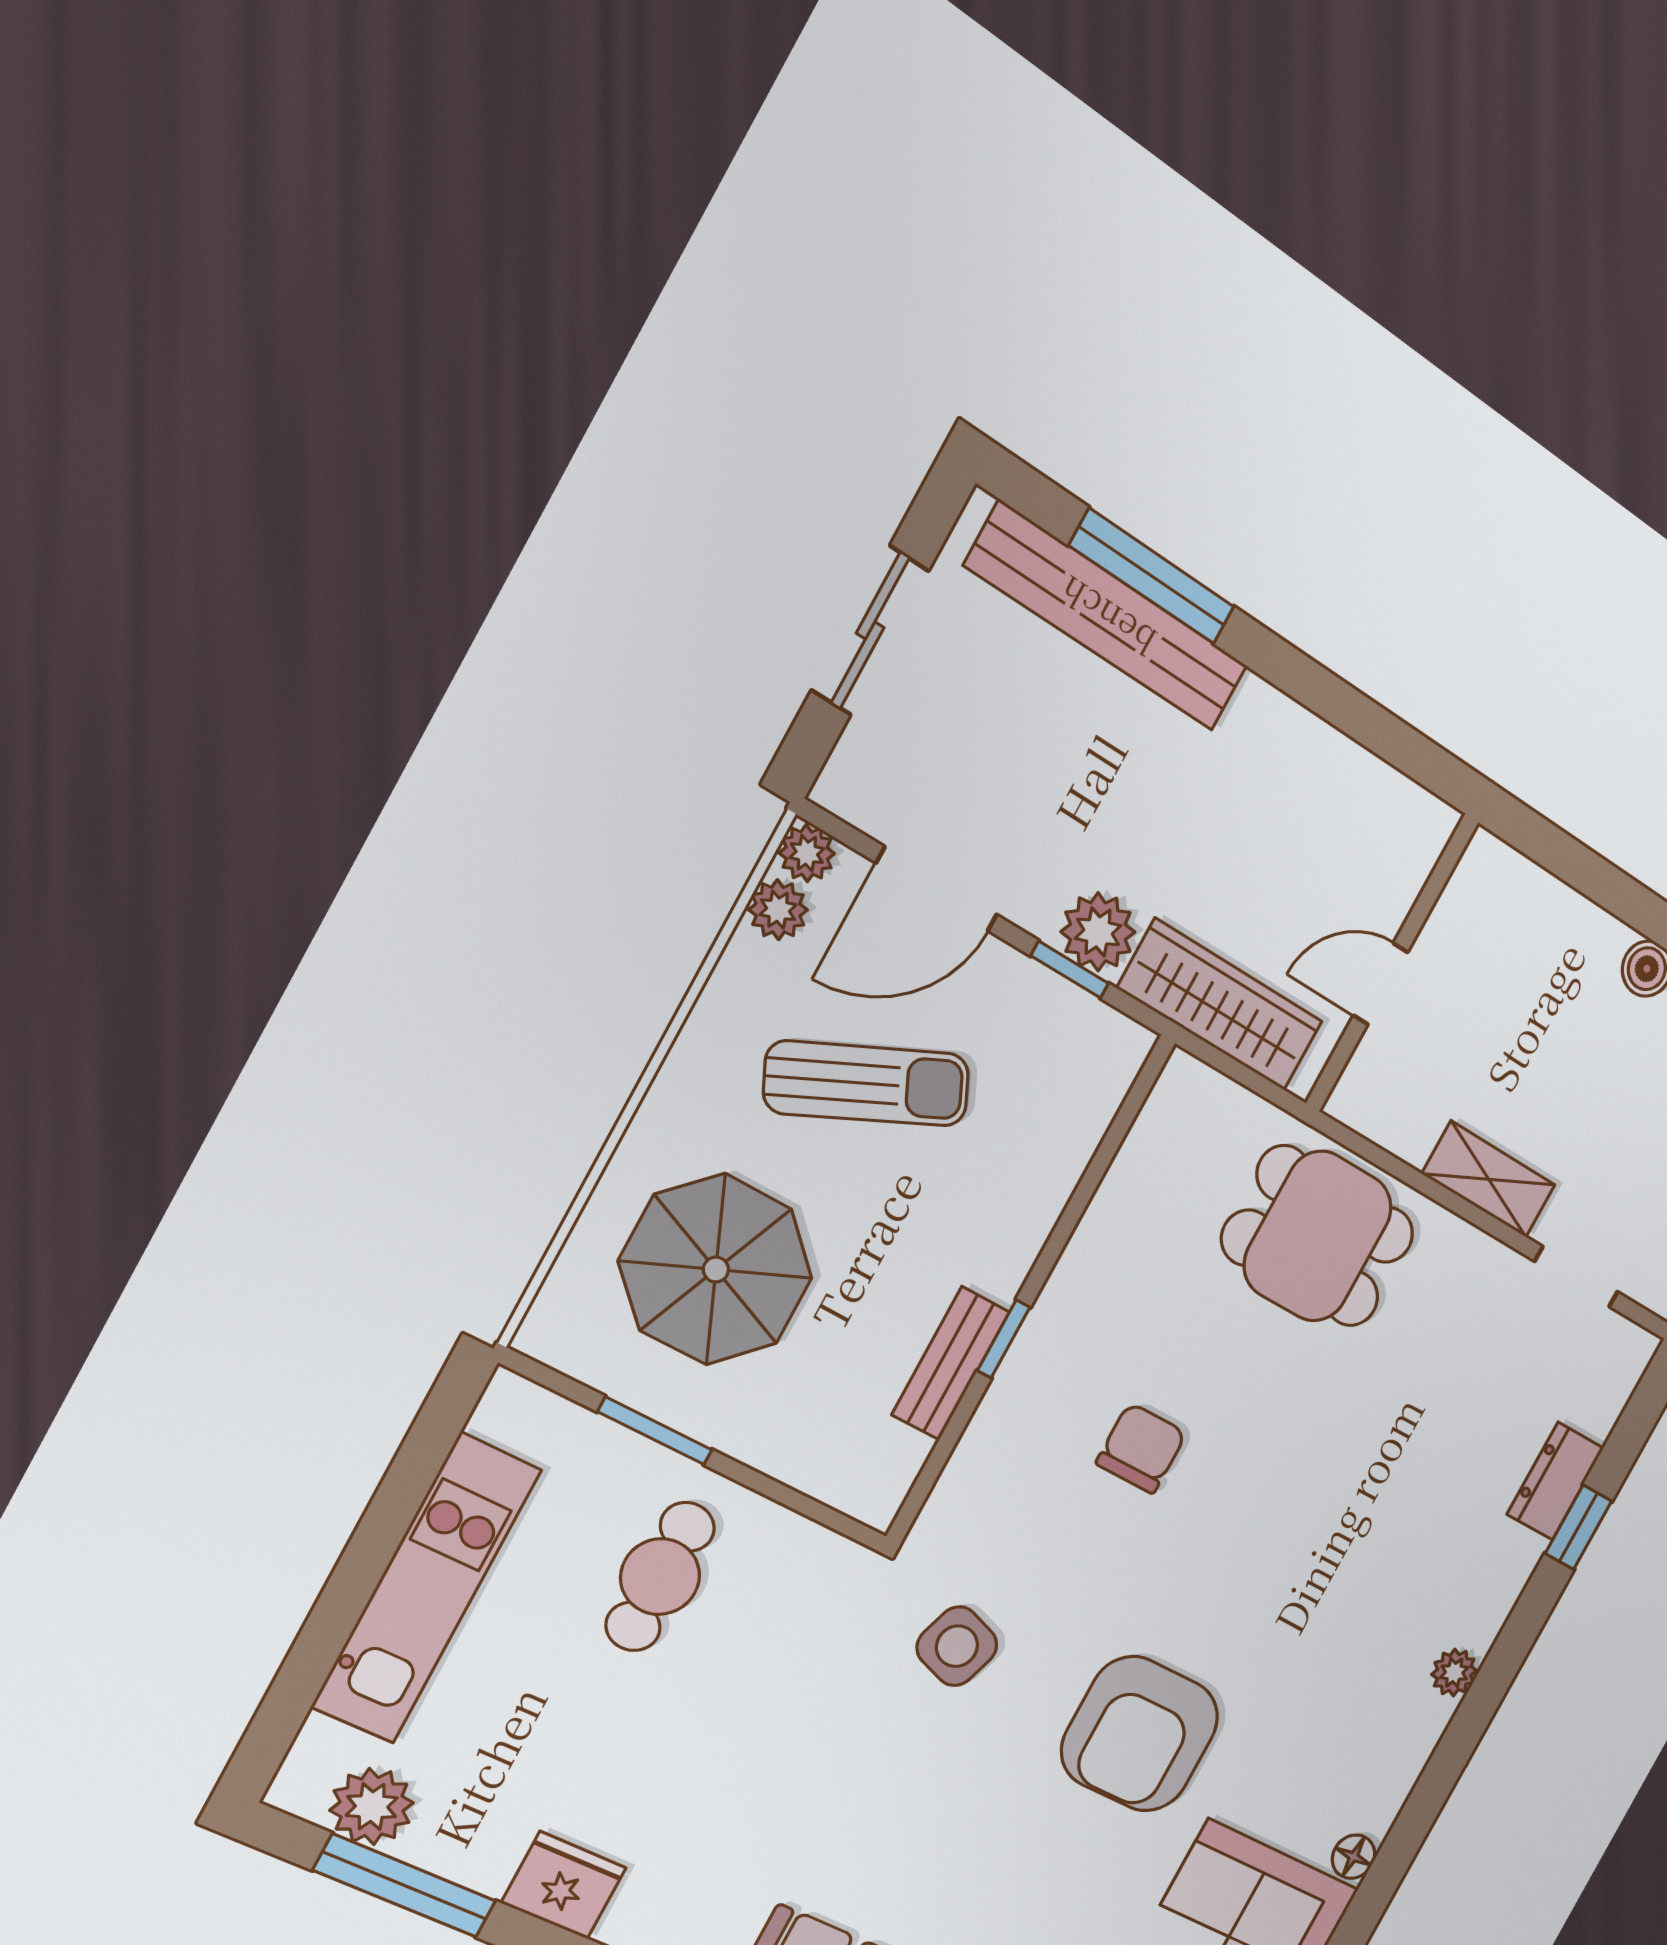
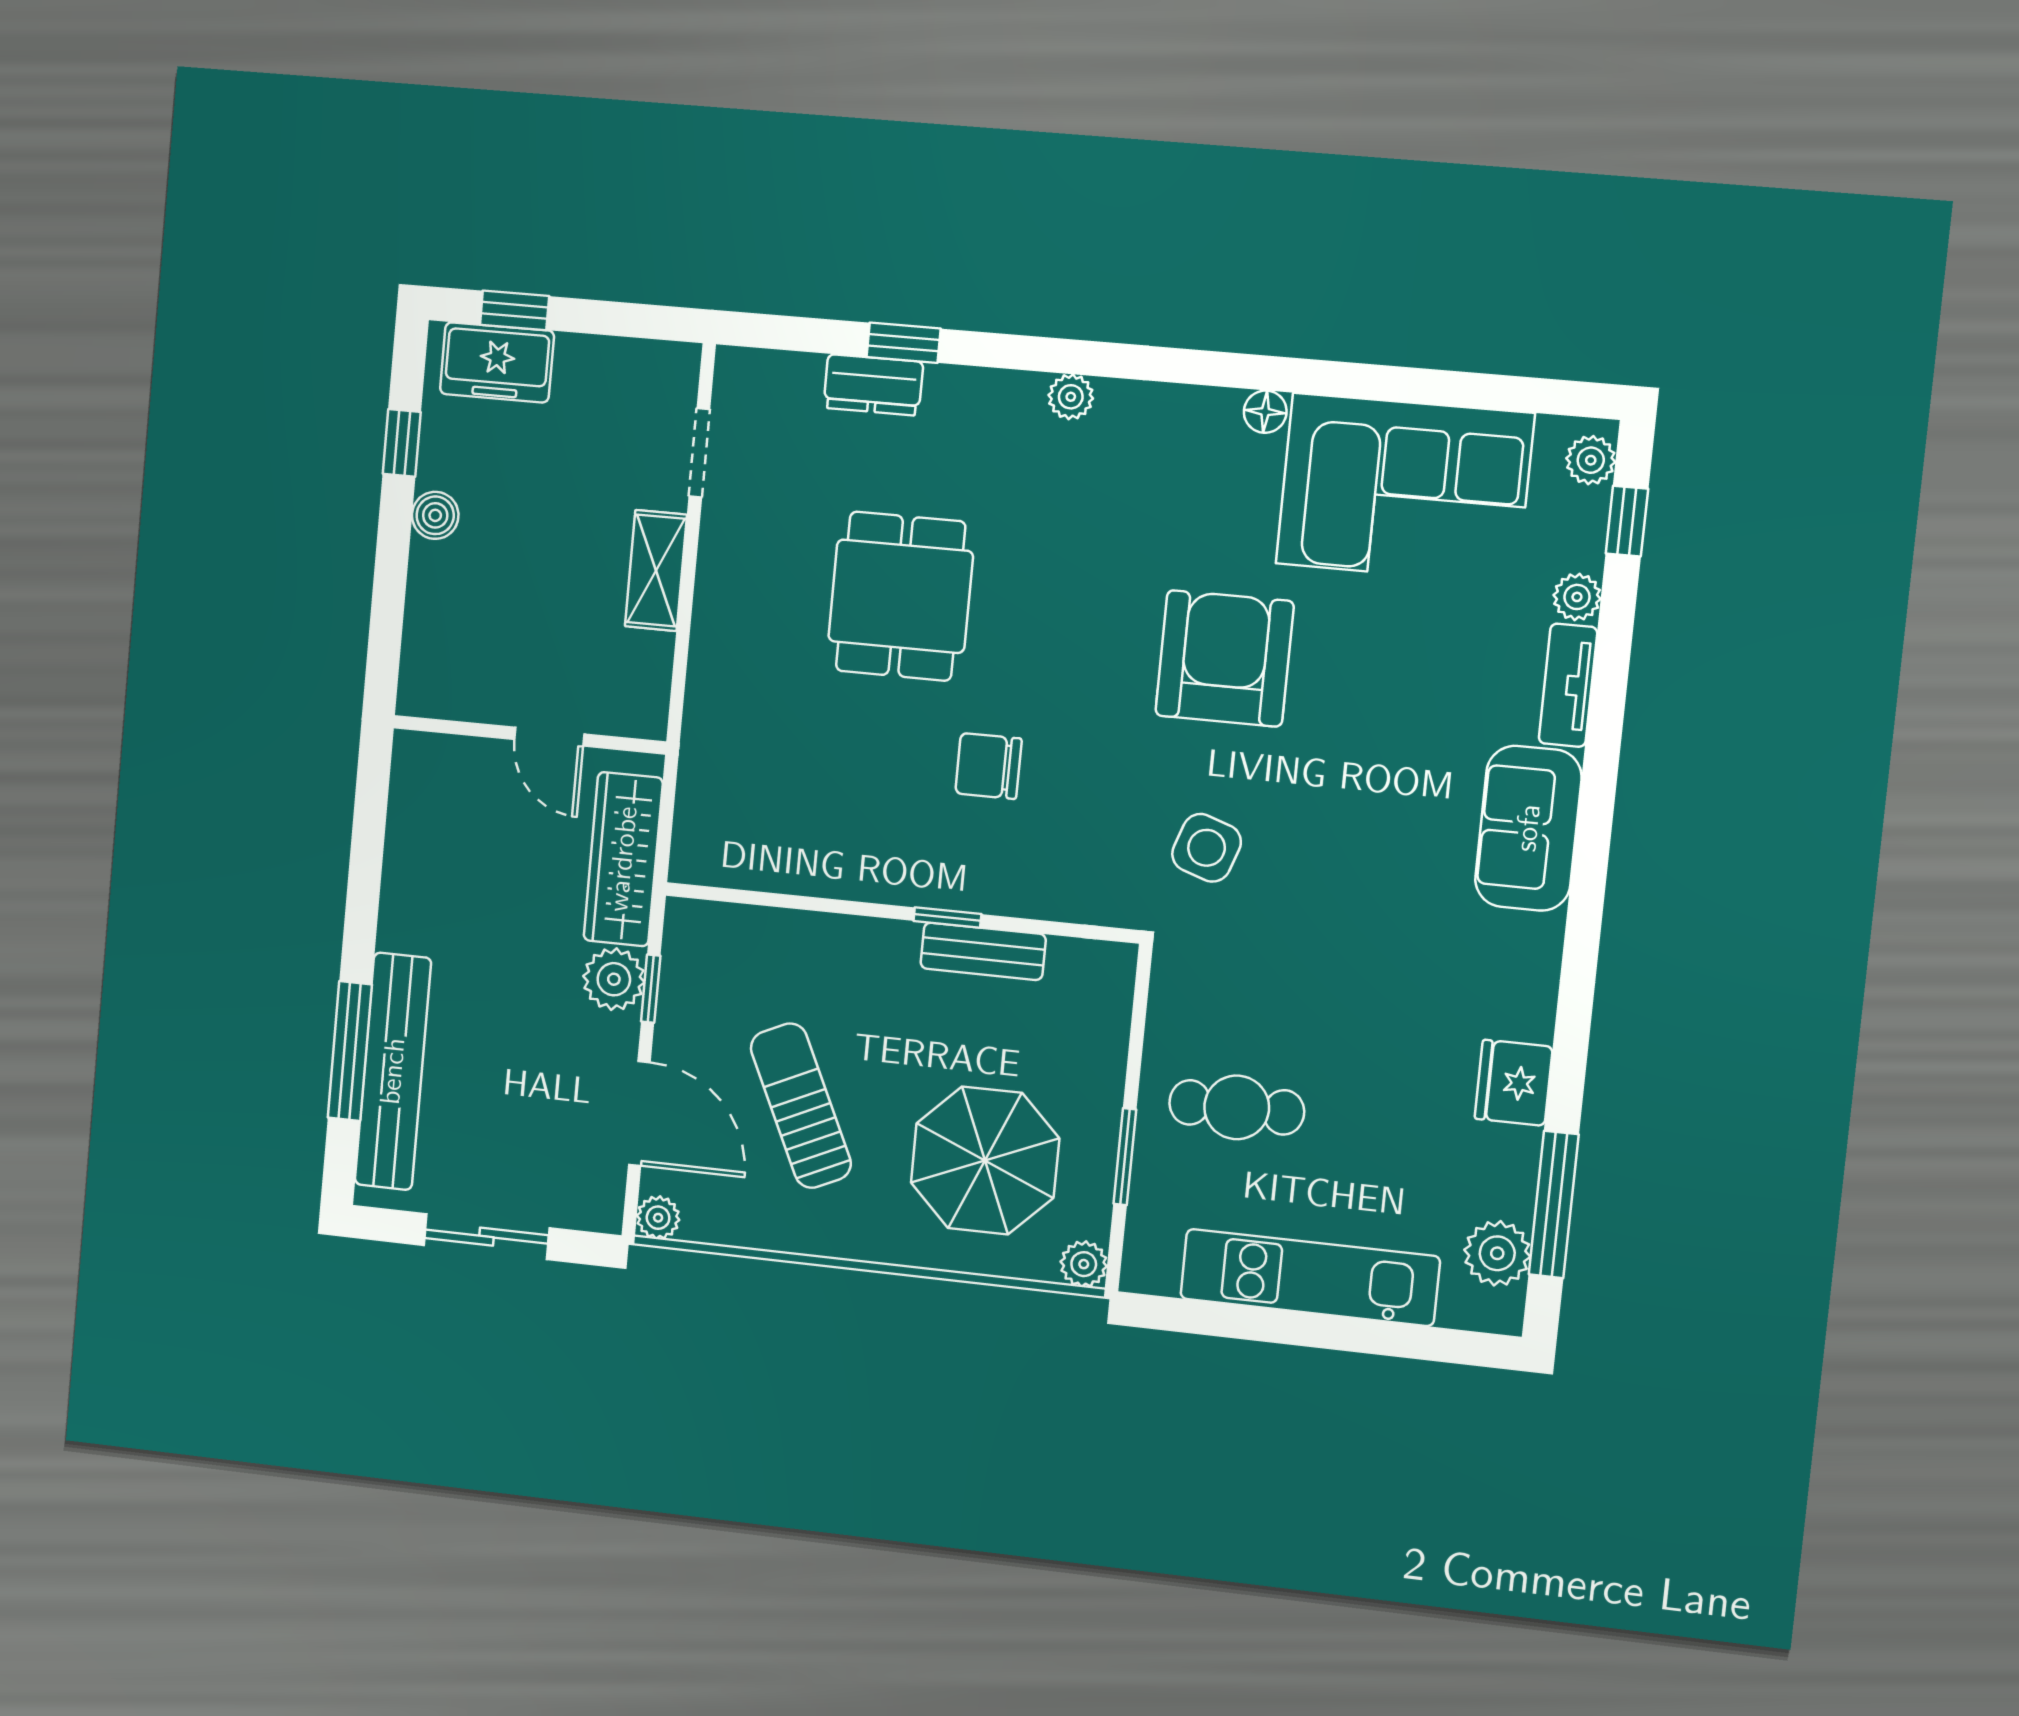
plant: (778, 910) -> (1084, 1264), moved
dining table: (1318, 1236) -> (901, 596), moved
armchair: (1140, 1734) -> (1225, 658), turned -90

